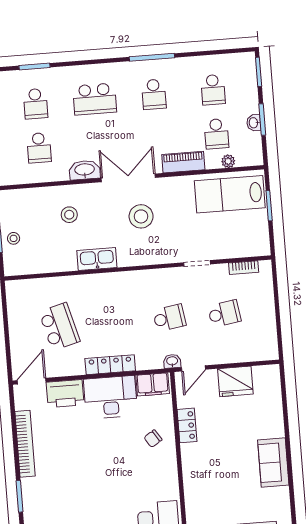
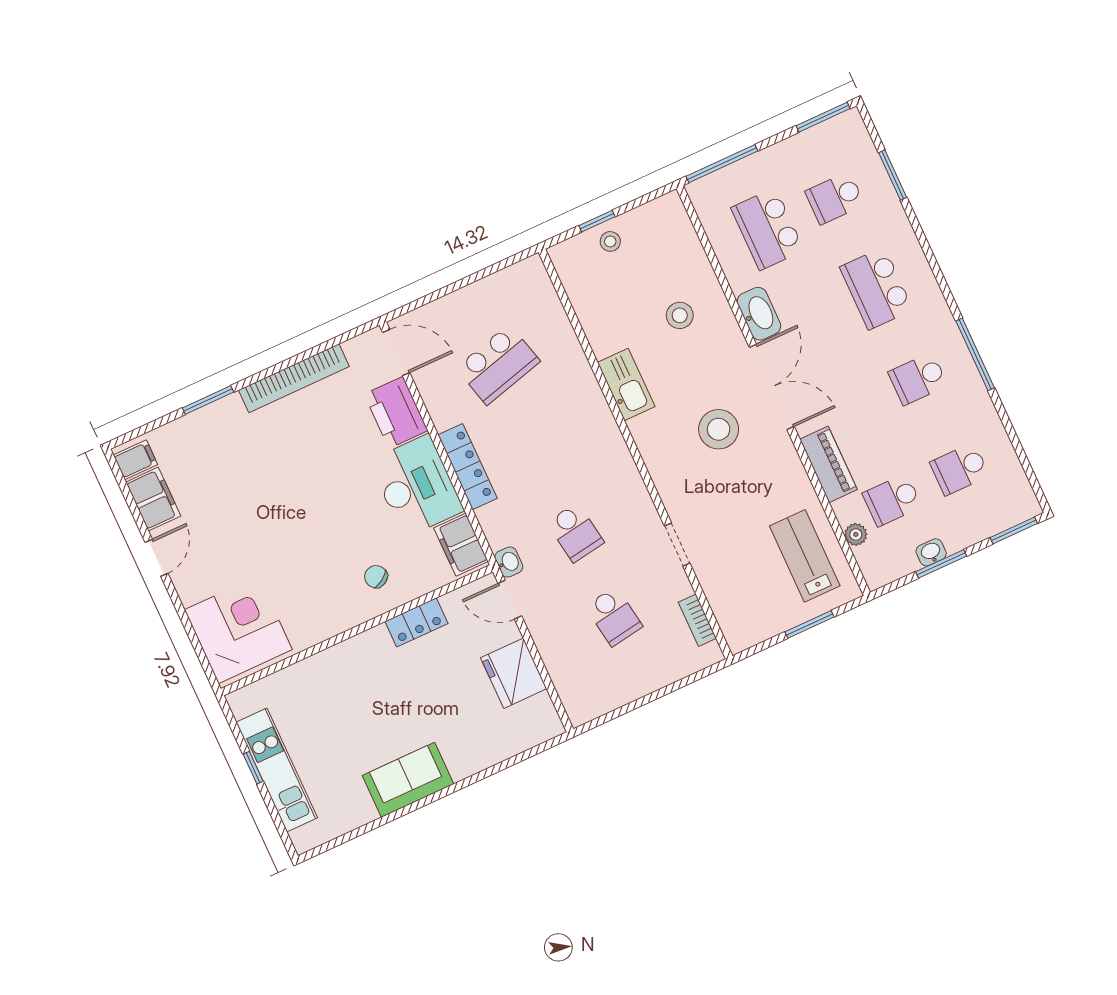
school desk: (39, 148) -> (767, 229), width x1.85
lab bench: (230, 194) -> (805, 556), width x0.73, depth x0.72

